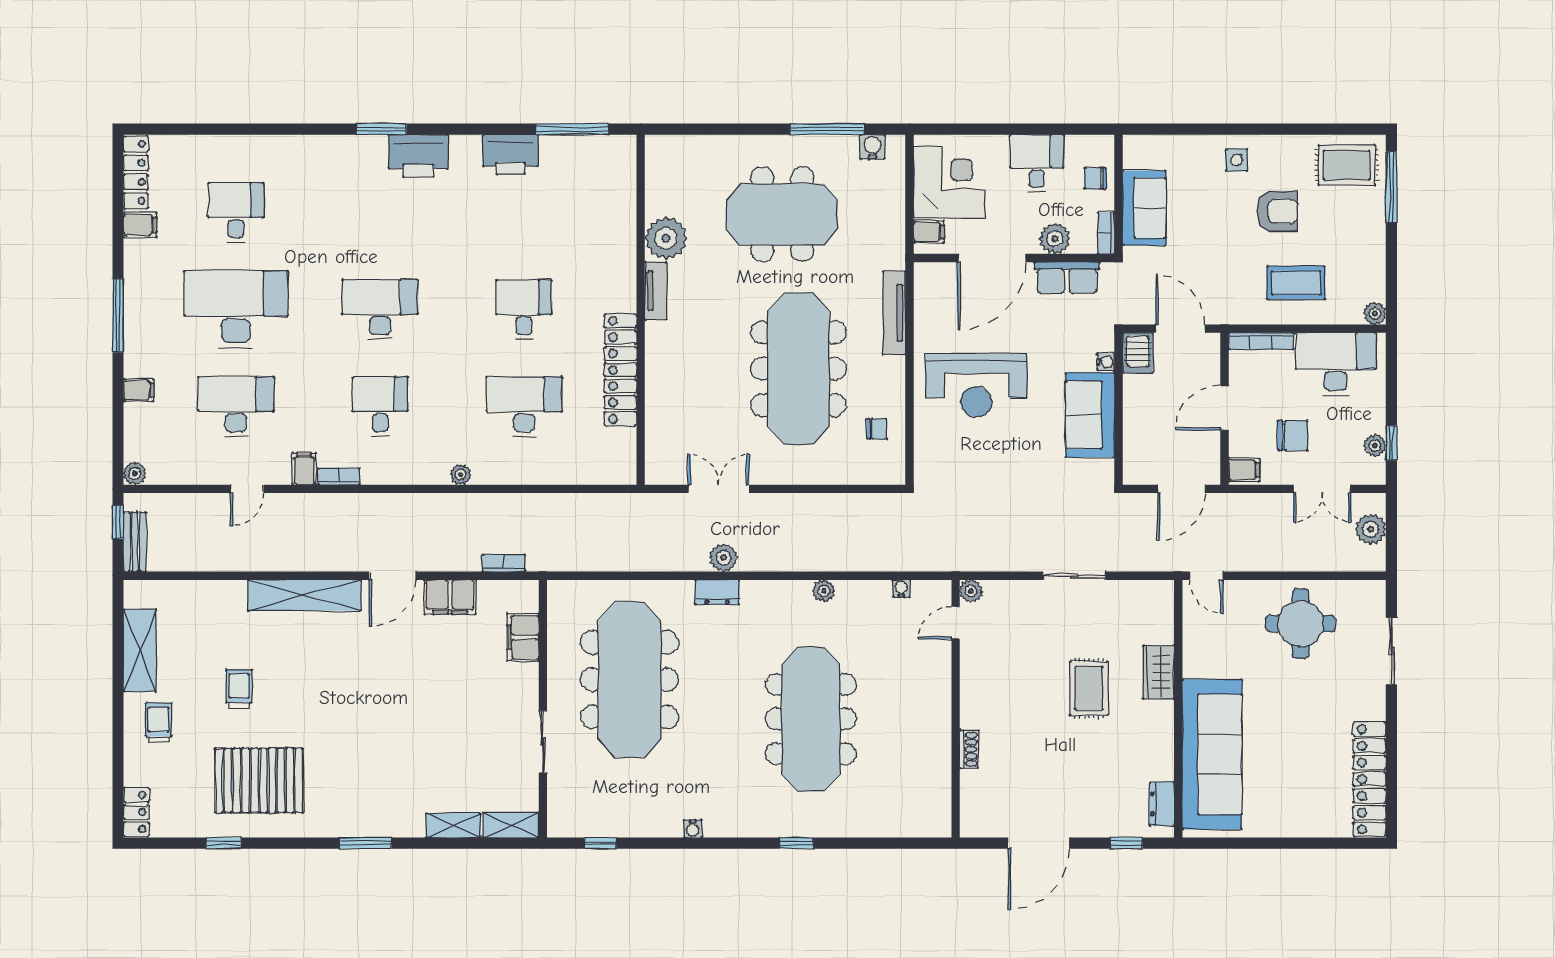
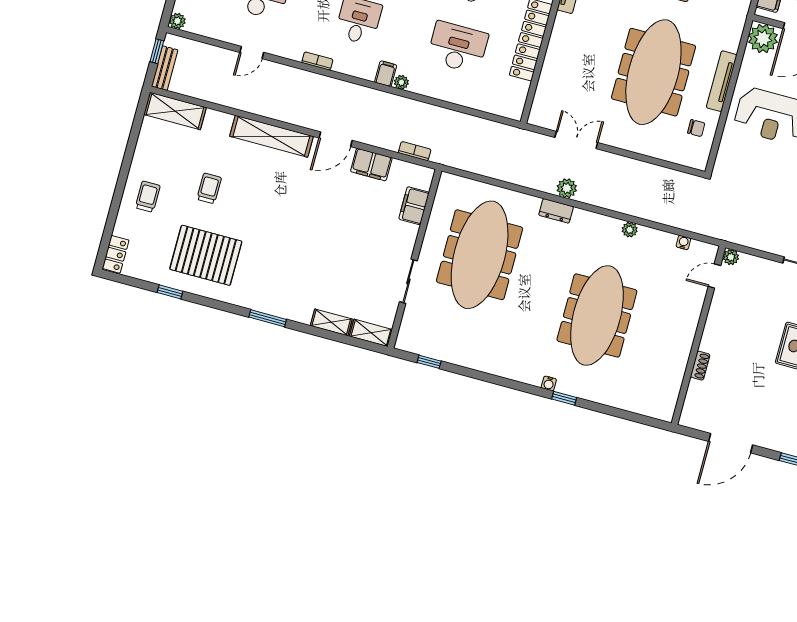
plant: (935, 283) -> (763, 39), added
tv unit: (894, 313) -> (722, 81), moved
filing cabinet: (304, 469) -> (386, 74), moved
shelving: (140, 651) -> (175, 111), moved, turned 90
water cooler: (693, 829) -> (549, 383), moved

